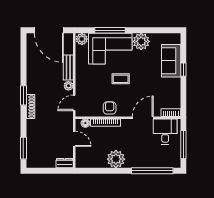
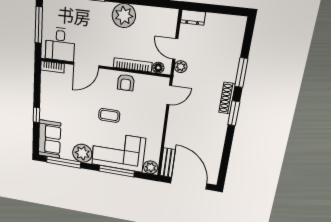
window: (157, 30) -> (64, 162), added
sofa: (171, 61) -> (49, 139), moved
bench: (68, 68) -> (168, 163), moved
plant: (68, 86) -> (181, 67), moved
window: (23, 148) -> (241, 72), moved

